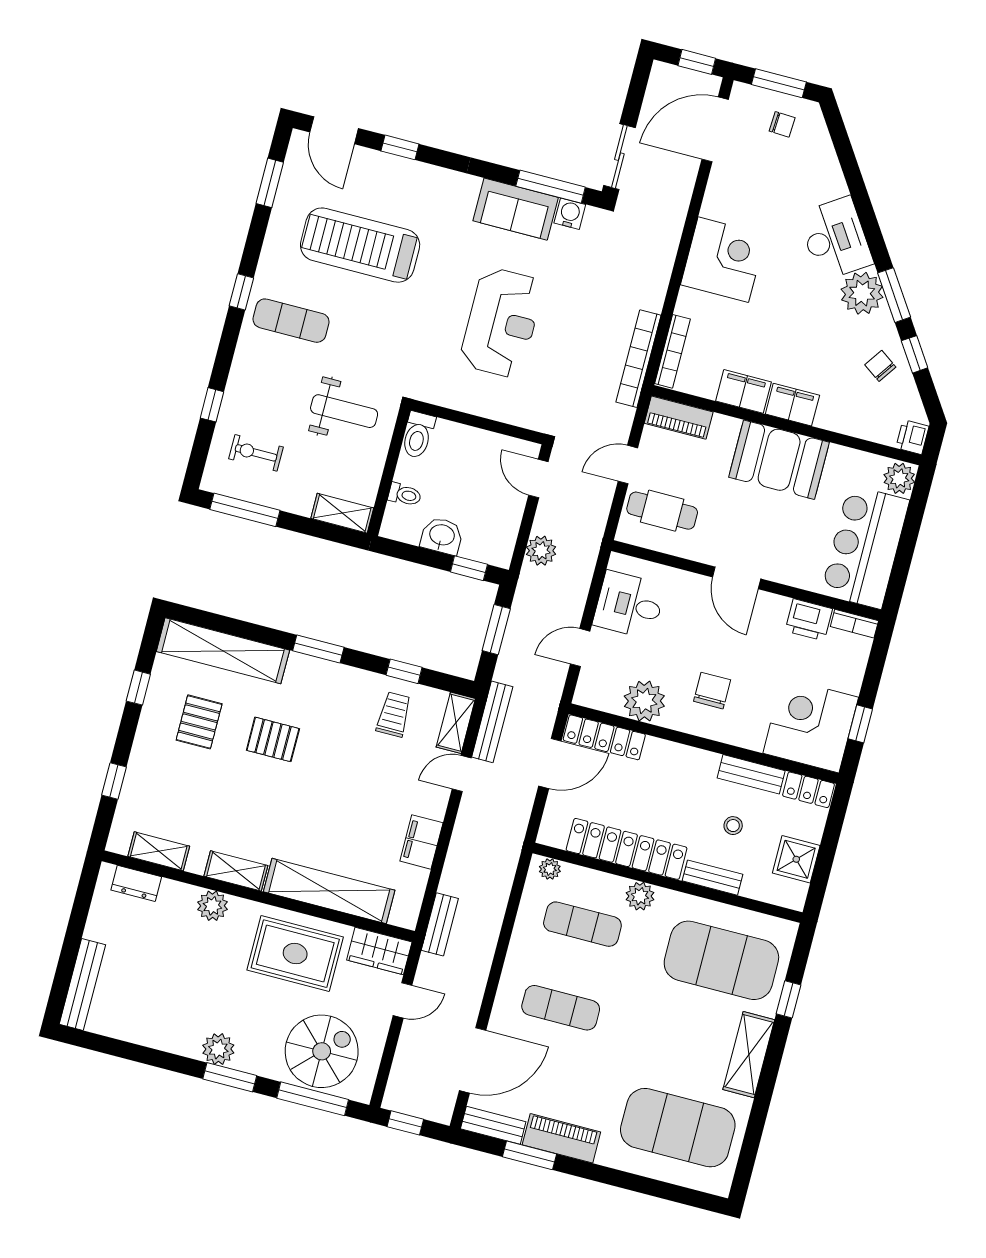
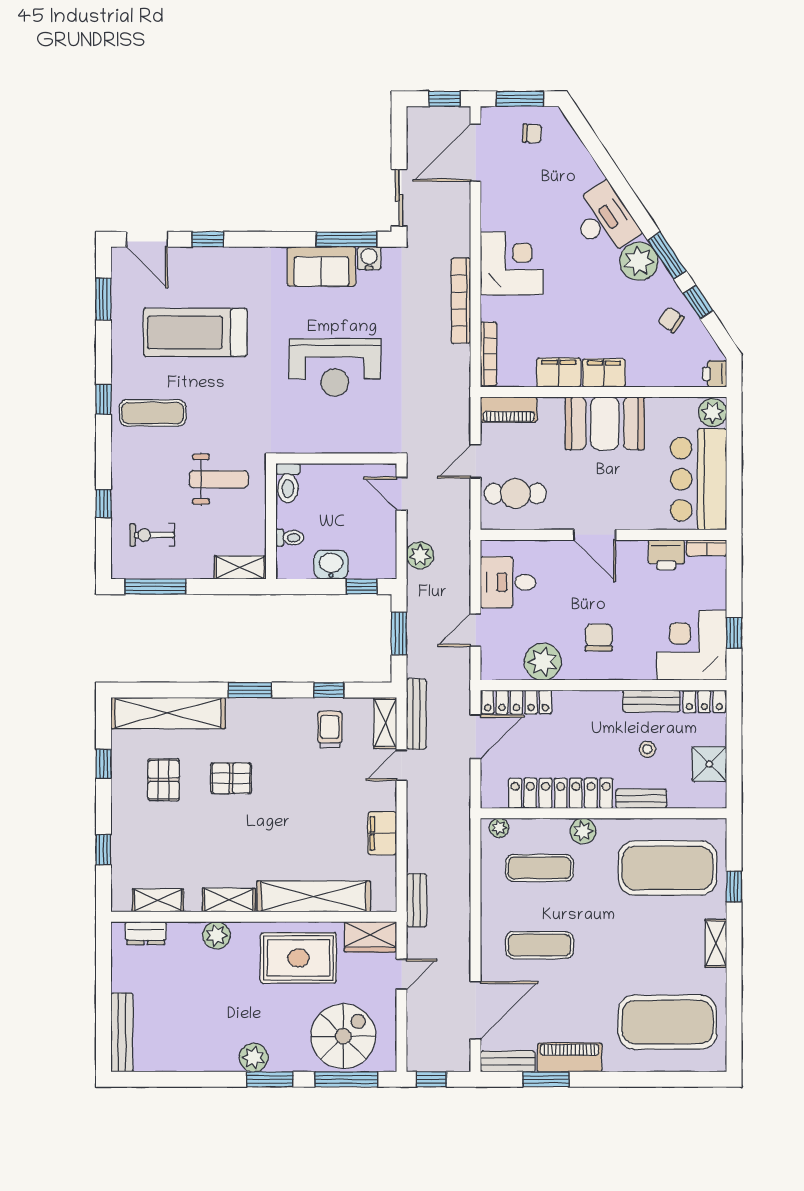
reception desk: (502, 323) -> (335, 367), turned 90
bookcase: (638, 359) -> (461, 301), moved
shelving: (749, 1055) -> (716, 943), width x0.67, depth x0.75

